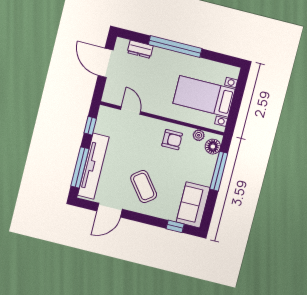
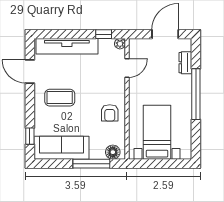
plant: (199, 135) -> (120, 44), moved
window: (80, 167) -> (63, 34), removed
coffee table: (144, 187) -> (60, 98), turned 38
sofa: (193, 205) -> (61, 148), width x1.36

